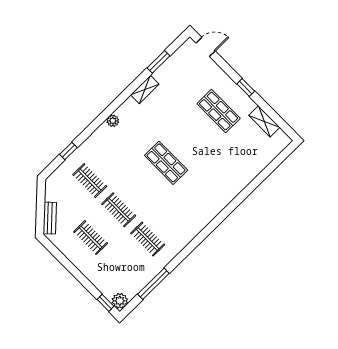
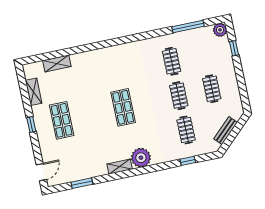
door: (206, 47) -> (41, 172), swing flipped
shelving: (145, 89) -> (120, 167), moved
plant: (113, 121) -> (141, 158), width x1.88, depth x1.88
shelving: (259, 164) -> (57, 63), added
bench: (50, 218) -> (226, 131), moved
window: (105, 303) -> (234, 48), moved

